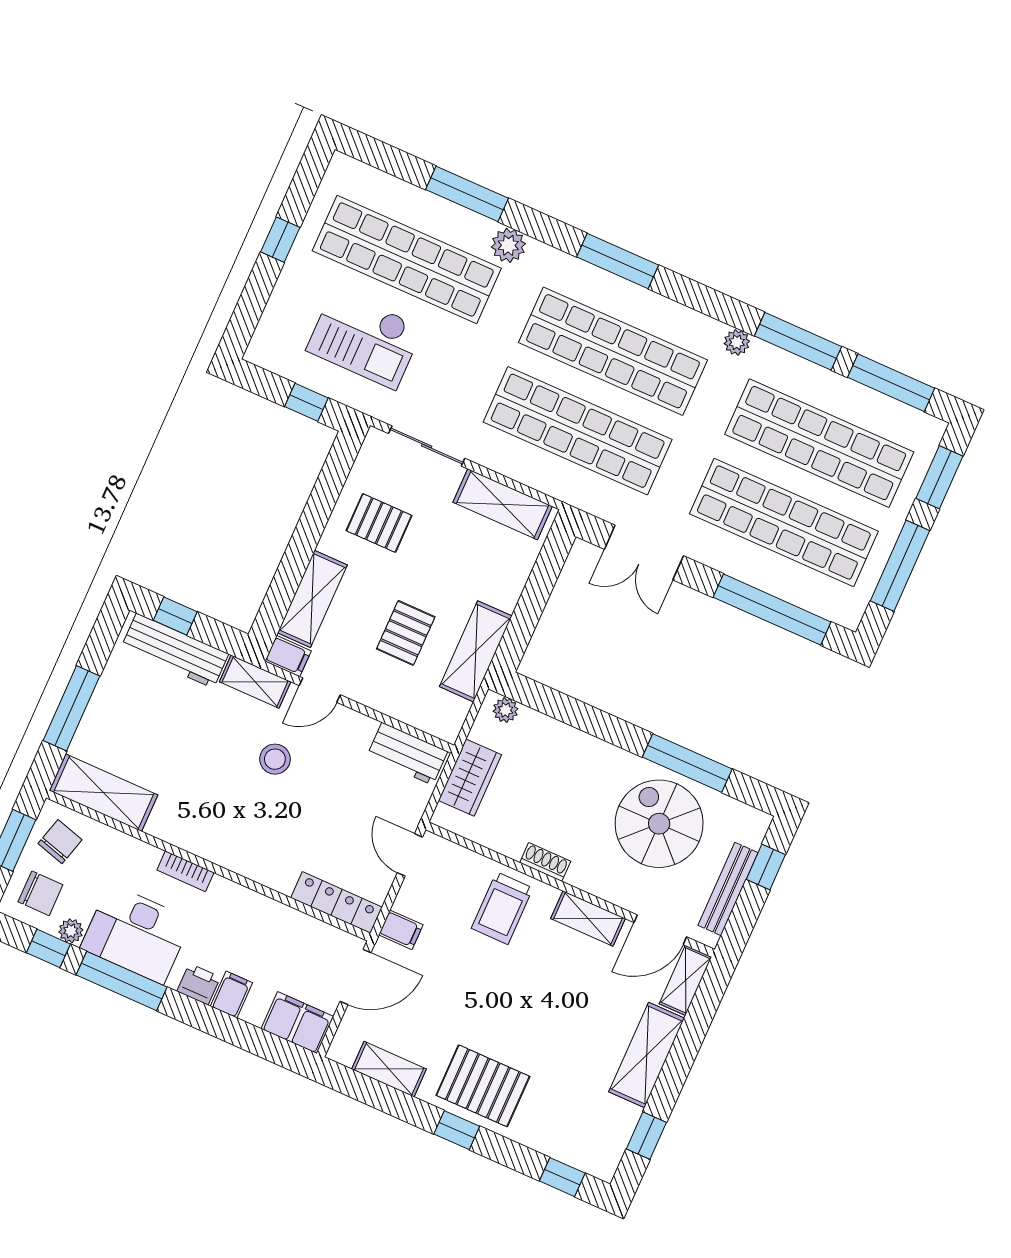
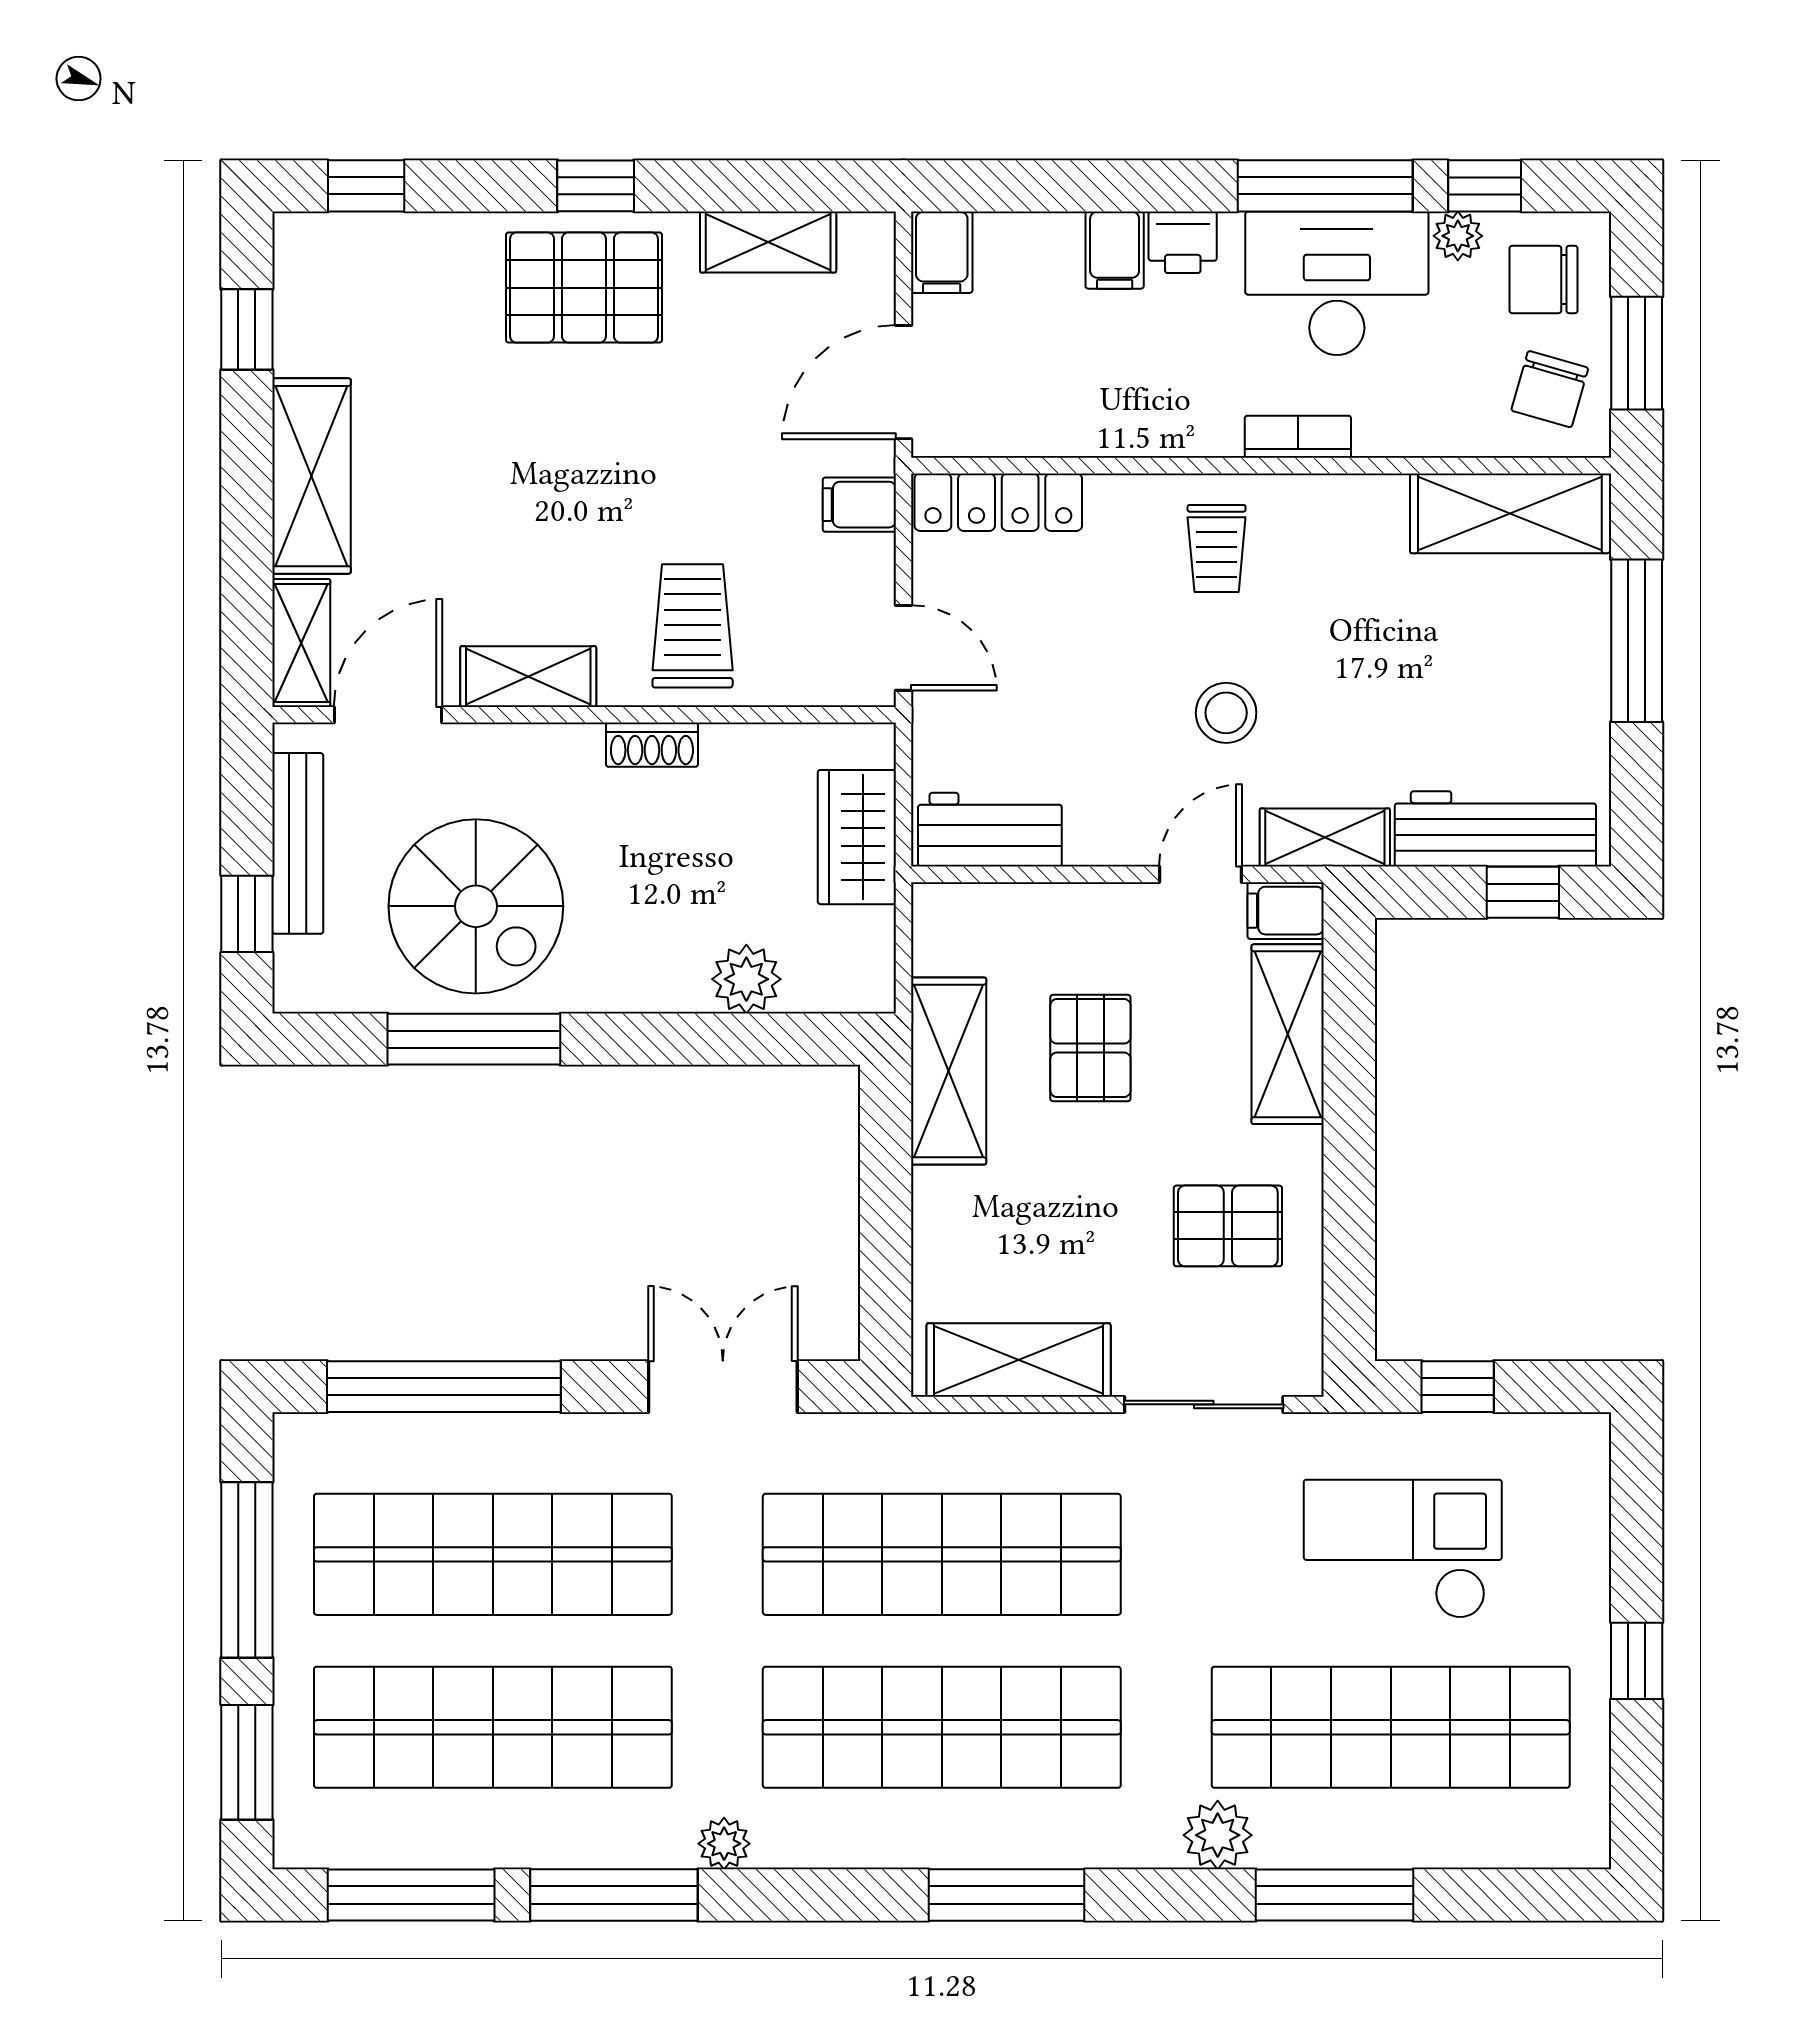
plant: (506, 710) -> (746, 979), moved, width x1.38, depth x1.38
trolley: (246, 837) -> (1217, 548), added
filing cabinet: (297, 1023) -> (942, 252), width x0.50

